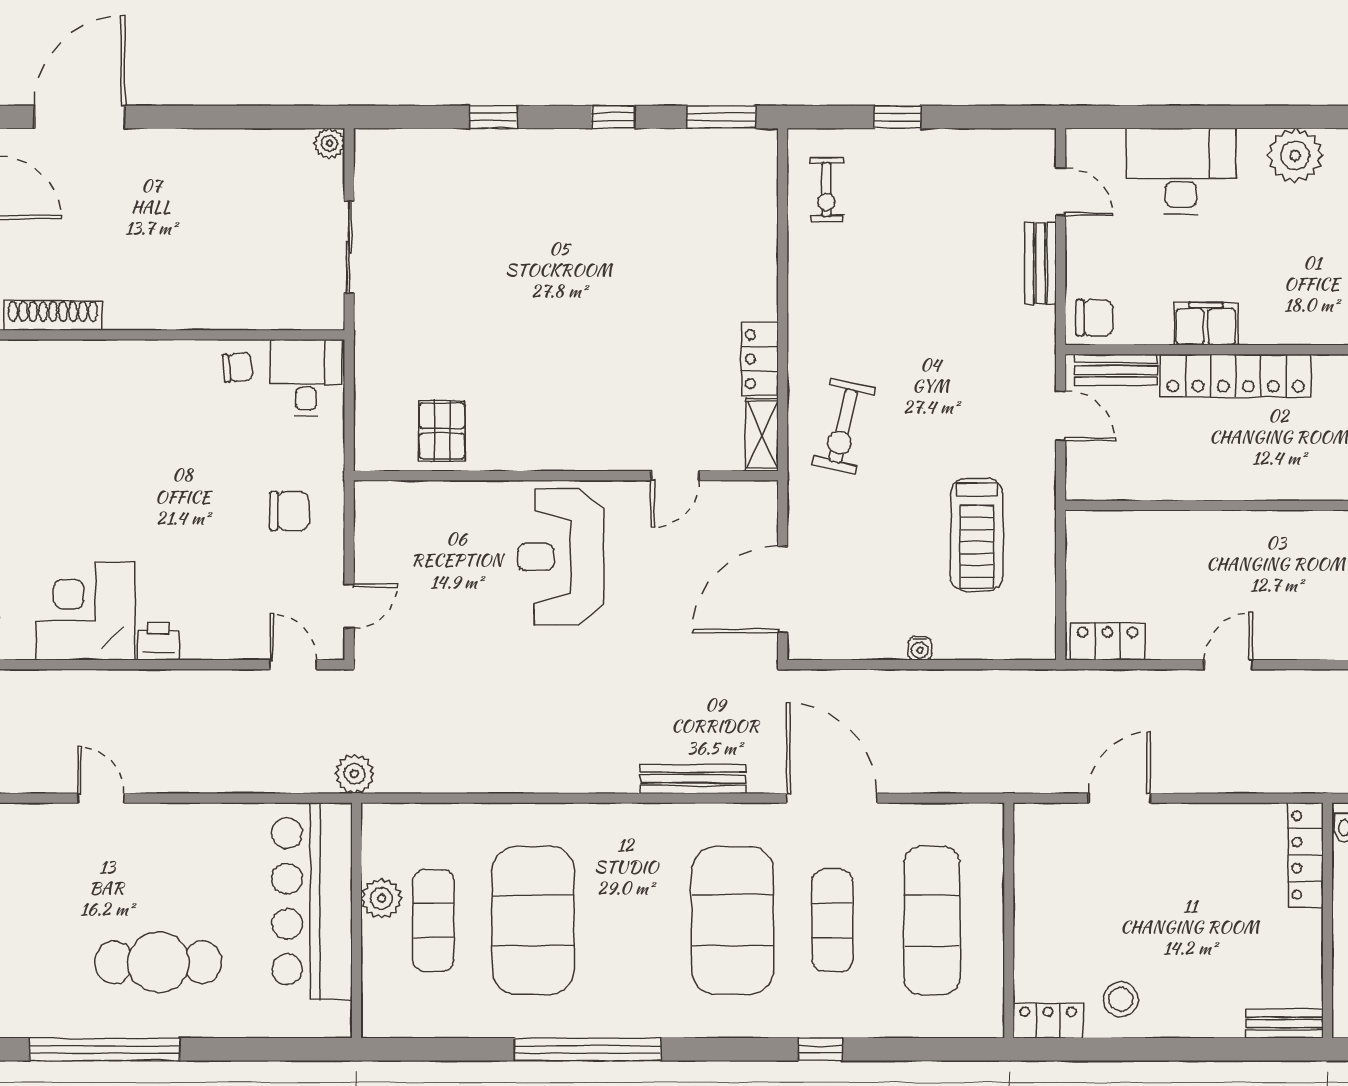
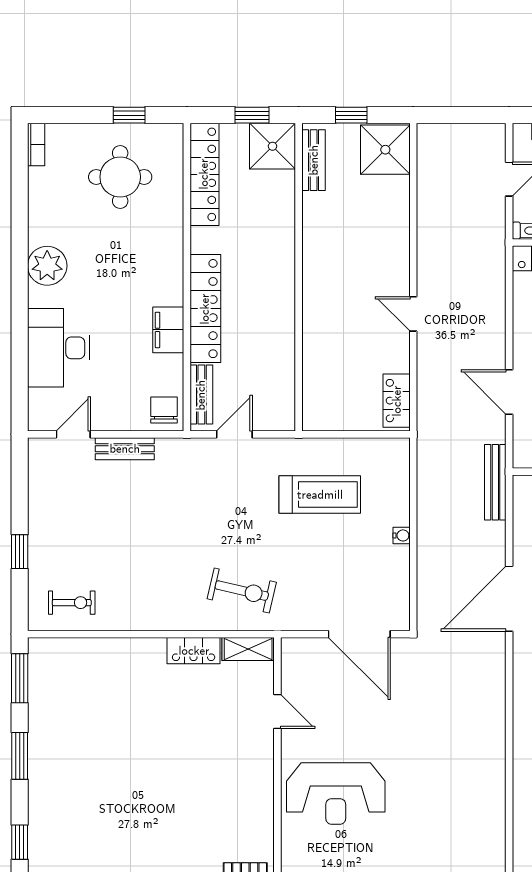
window: (613, 117) -> (20, 756), width x1.50
bench: (693, 779) -> (495, 482), moved

